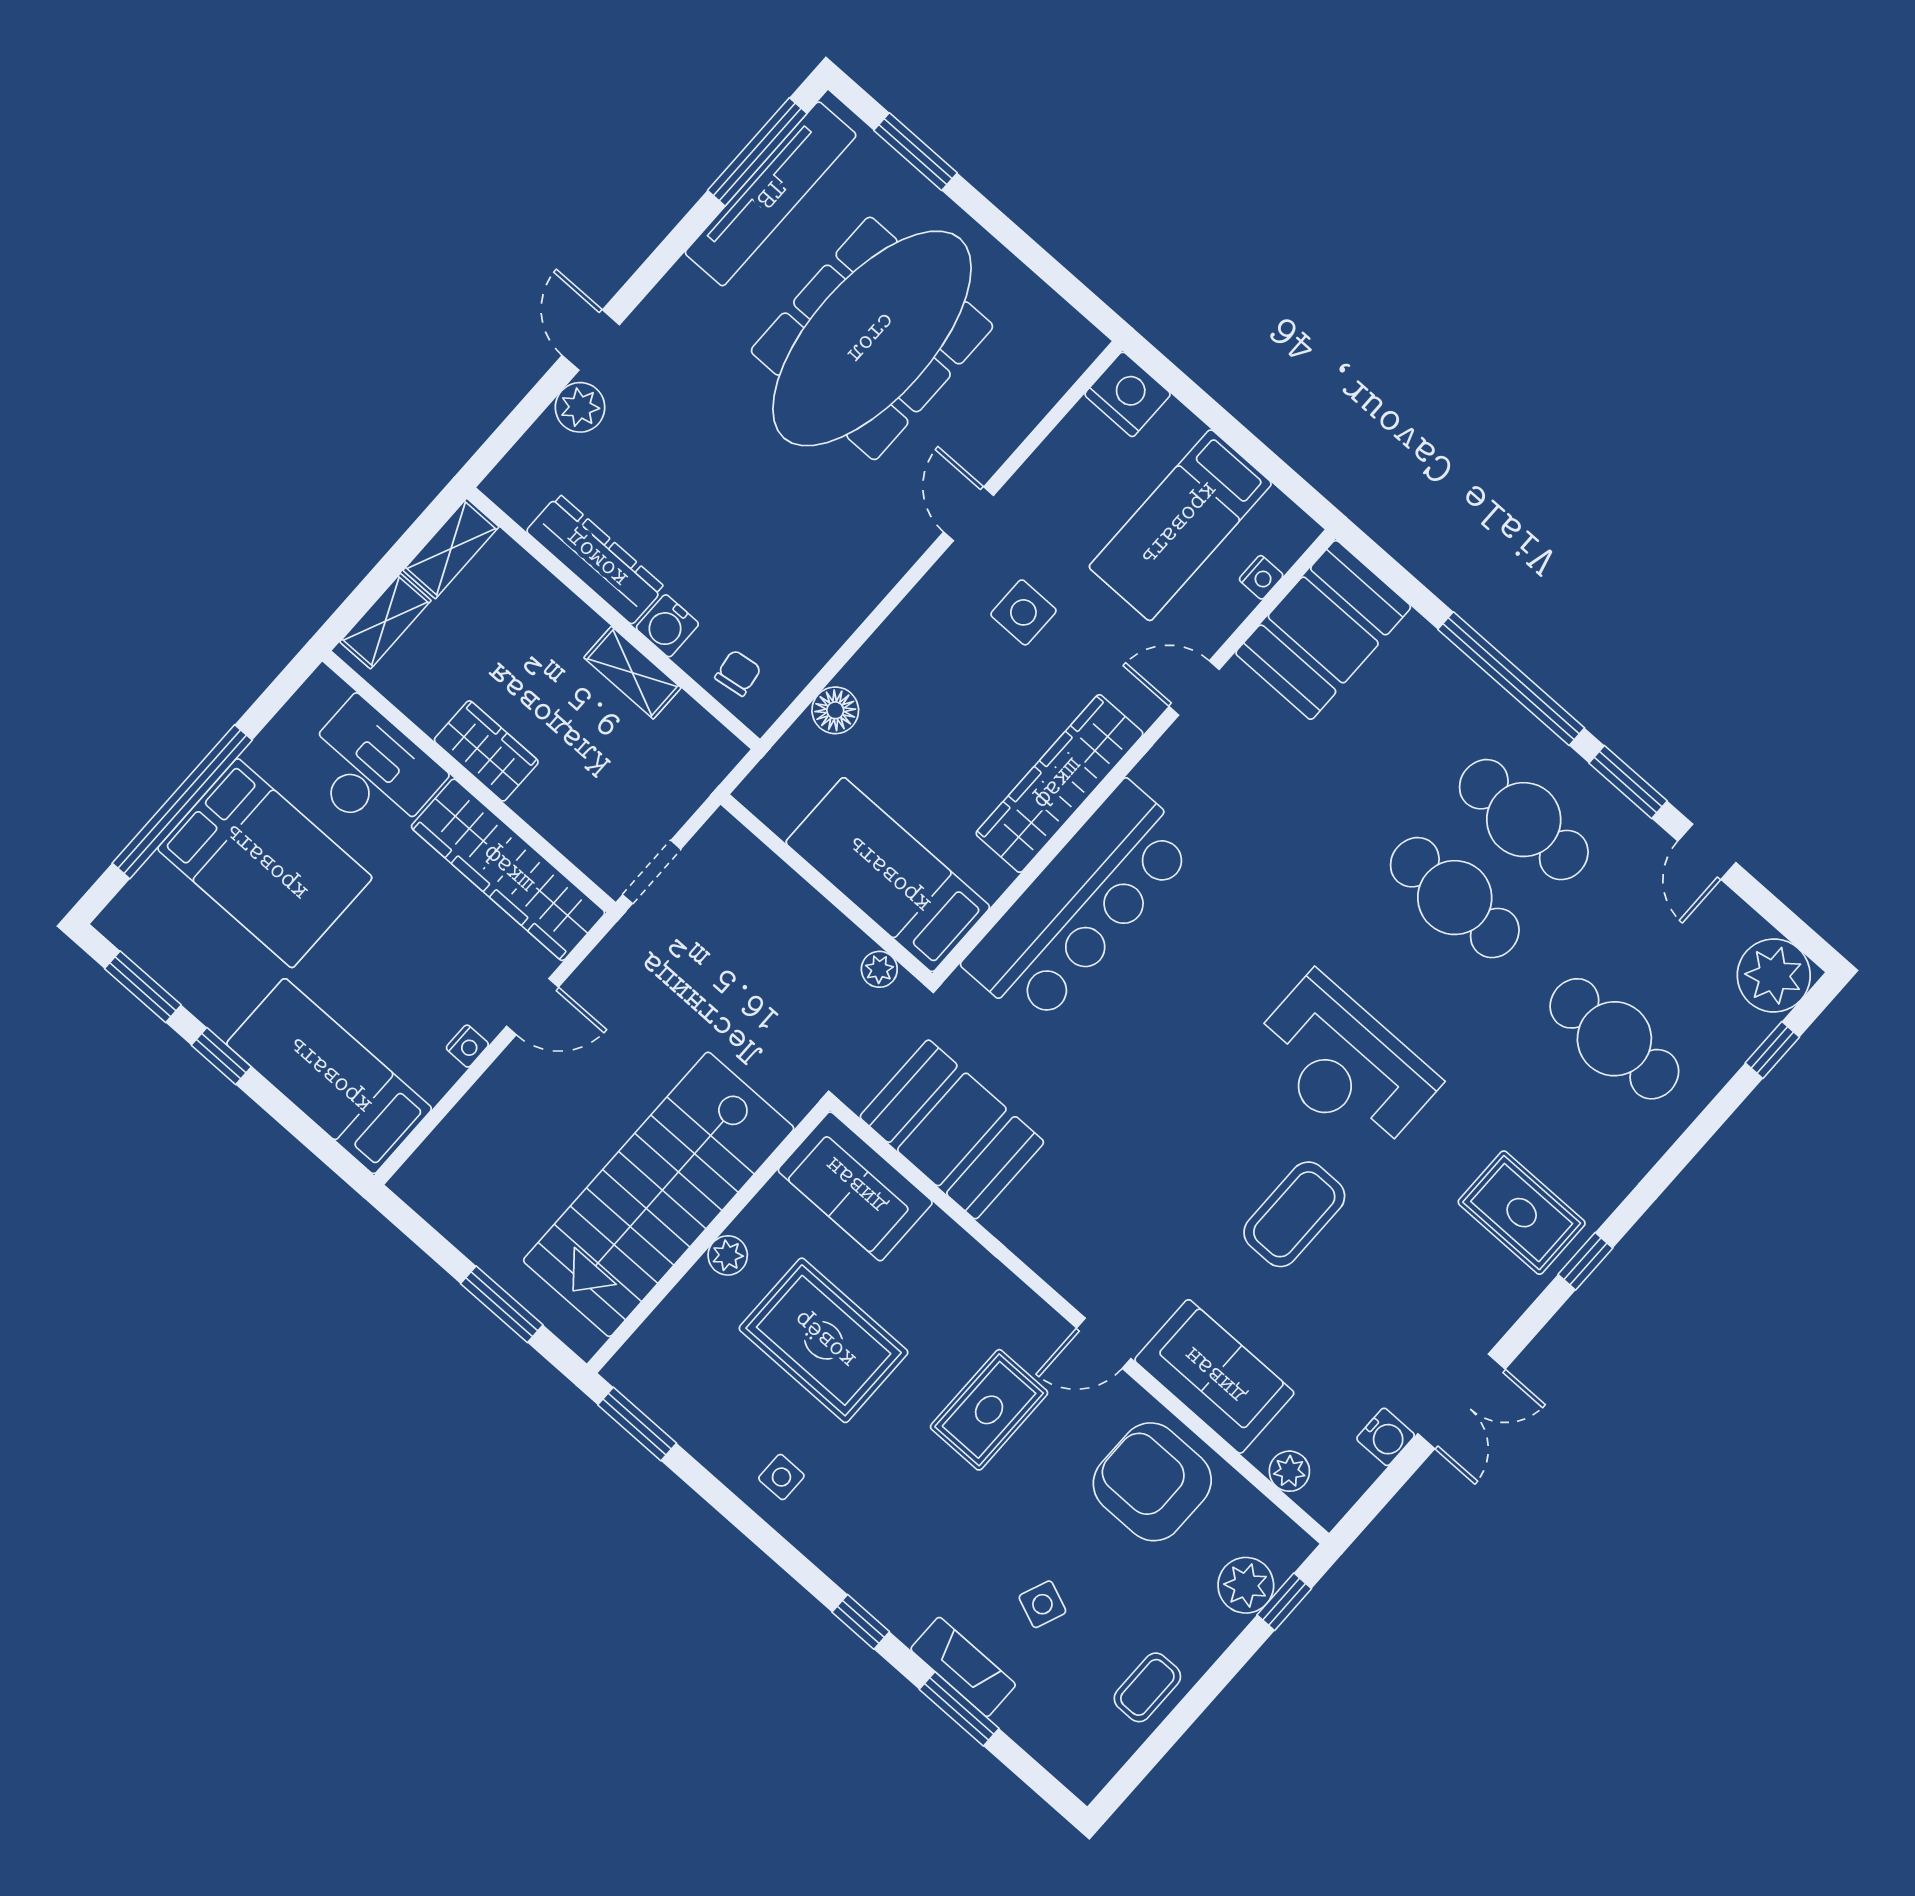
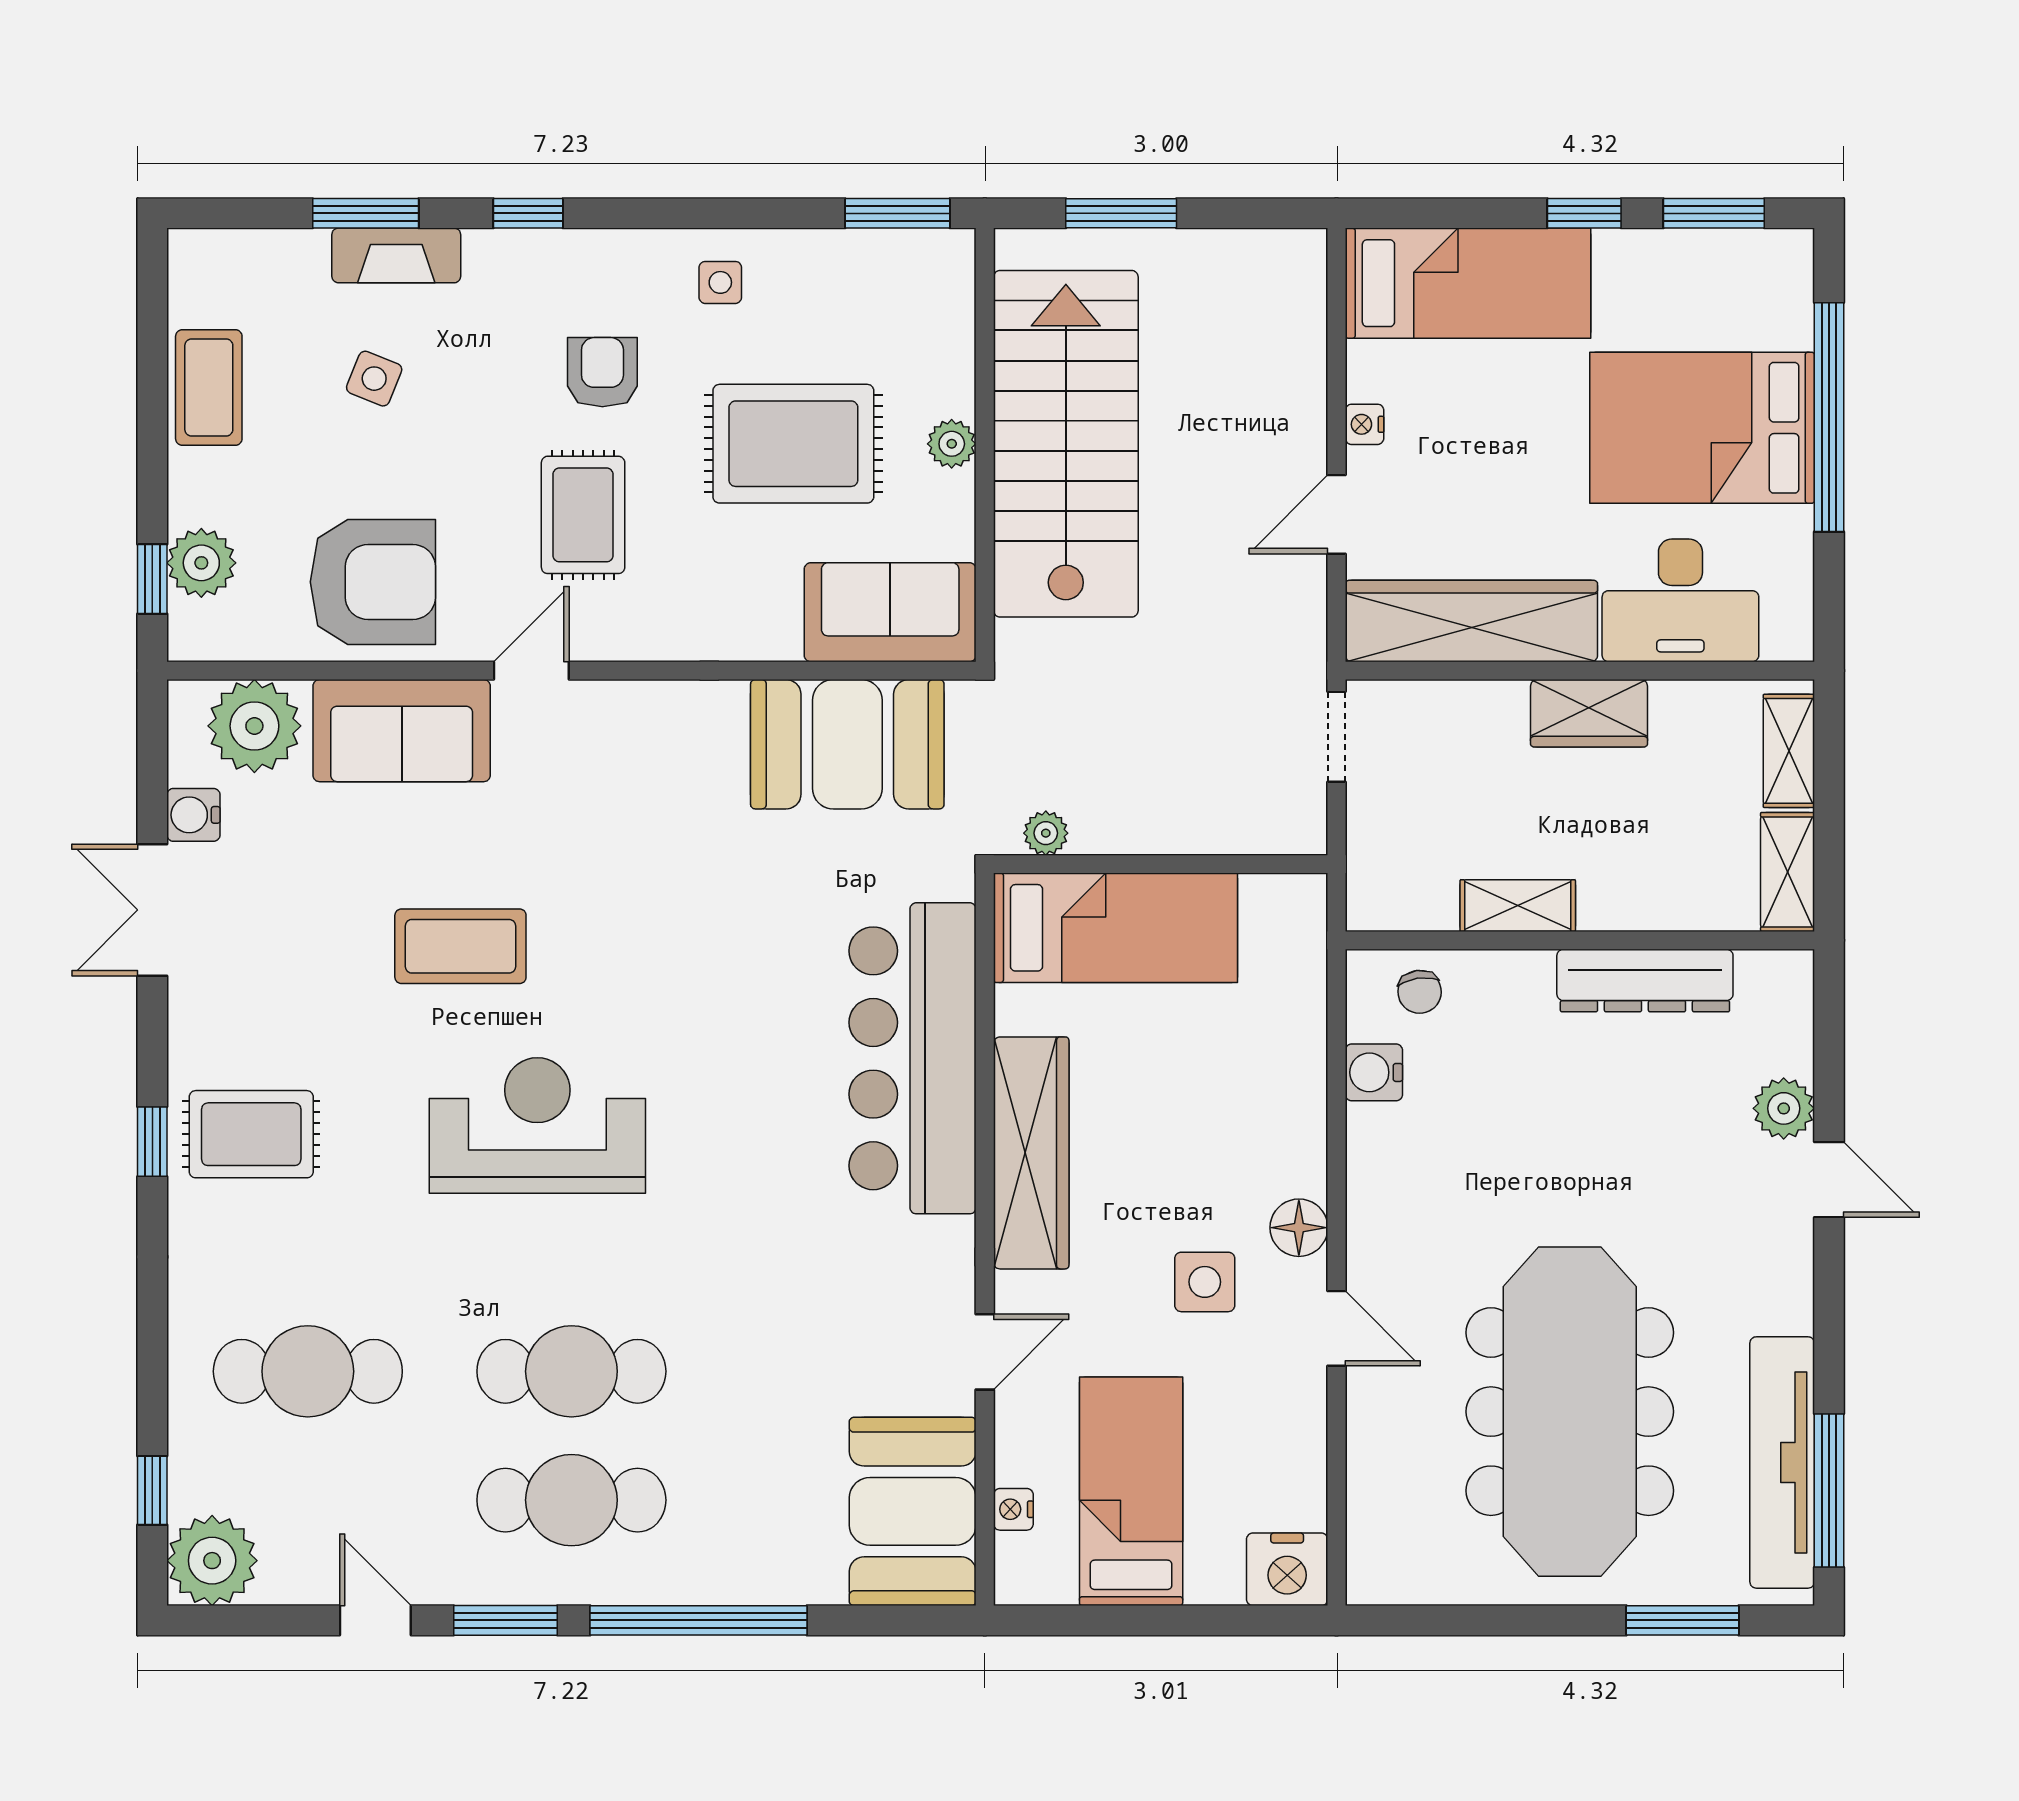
water cooler: (667, 626) -> (1374, 1072), moved, turned -90
floor lamp: (835, 710) -> (1299, 1228), moved
coffee table: (1294, 1214) -> (460, 946), turned 90
plant: (1289, 1471) -> (254, 726), width x1.88, depth x1.88
armchair: (901, 1486) -> (602, 372), added
coffee table: (1147, 1687) -> (209, 388), width x1.36, depth x1.30

